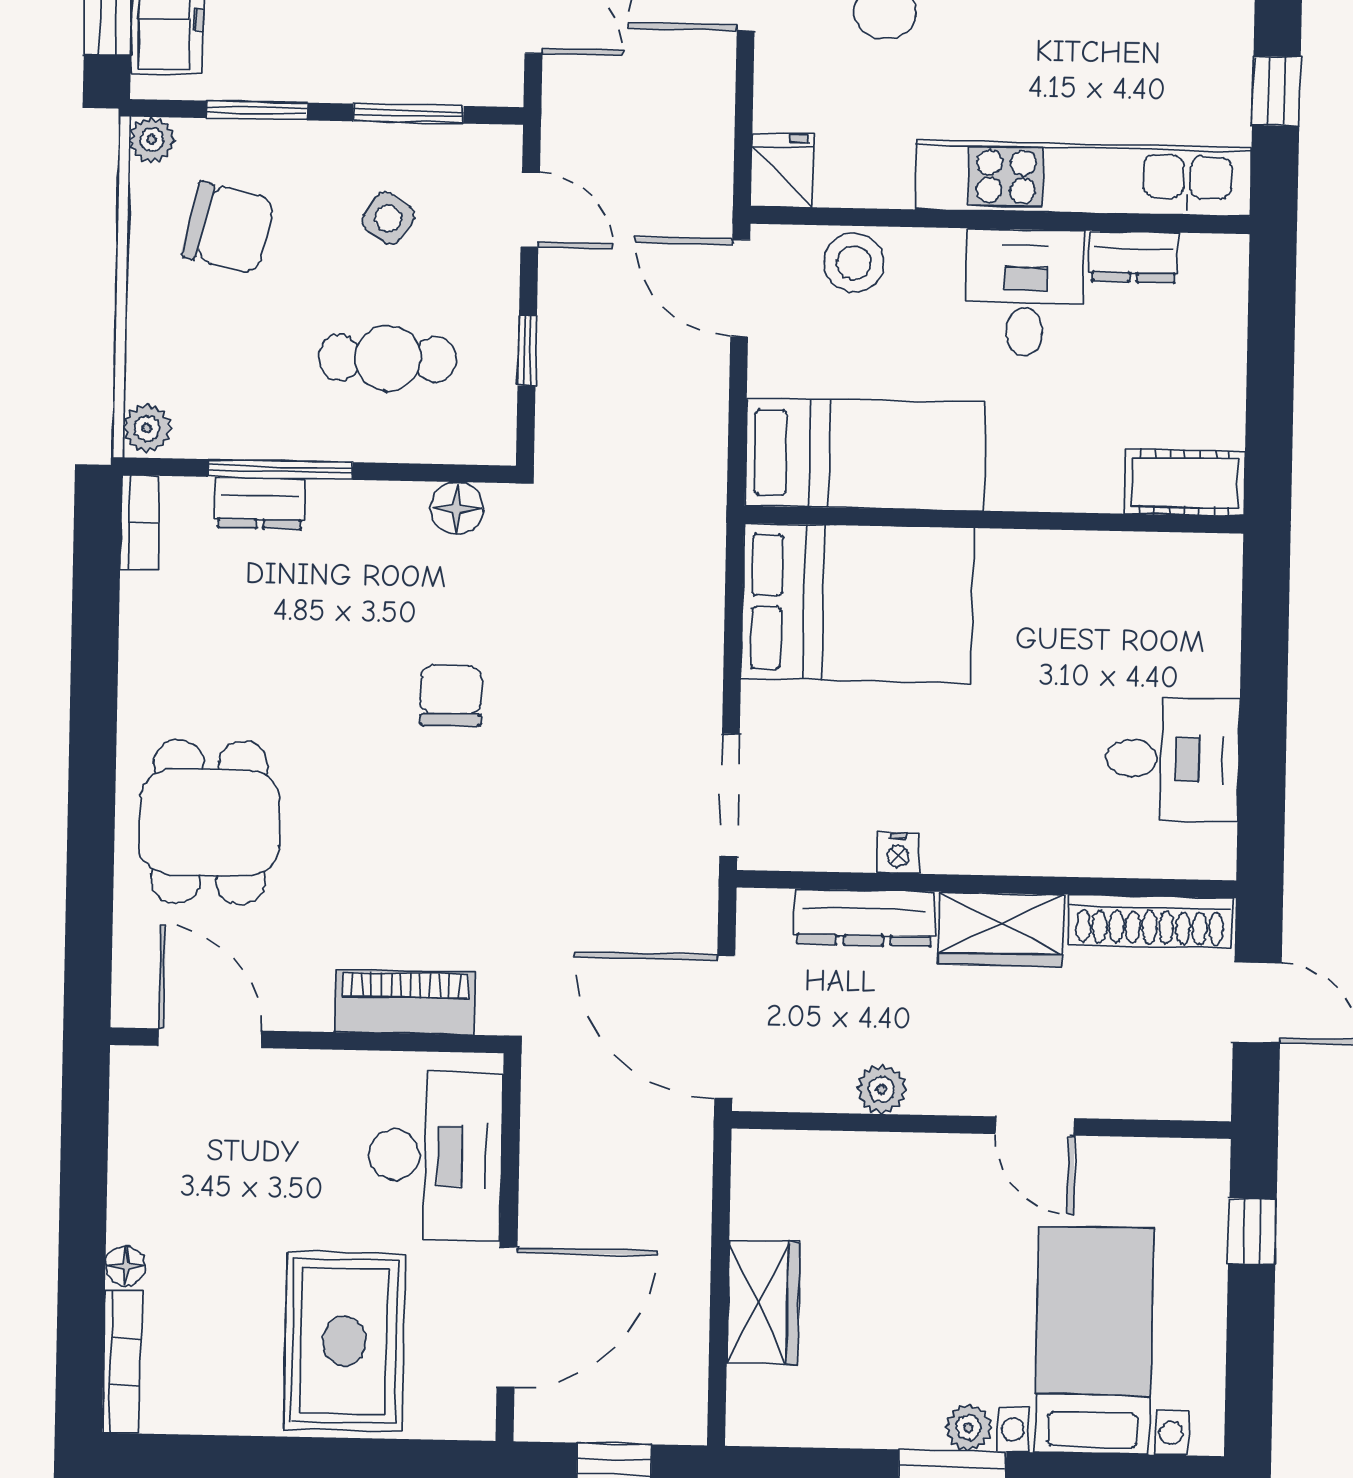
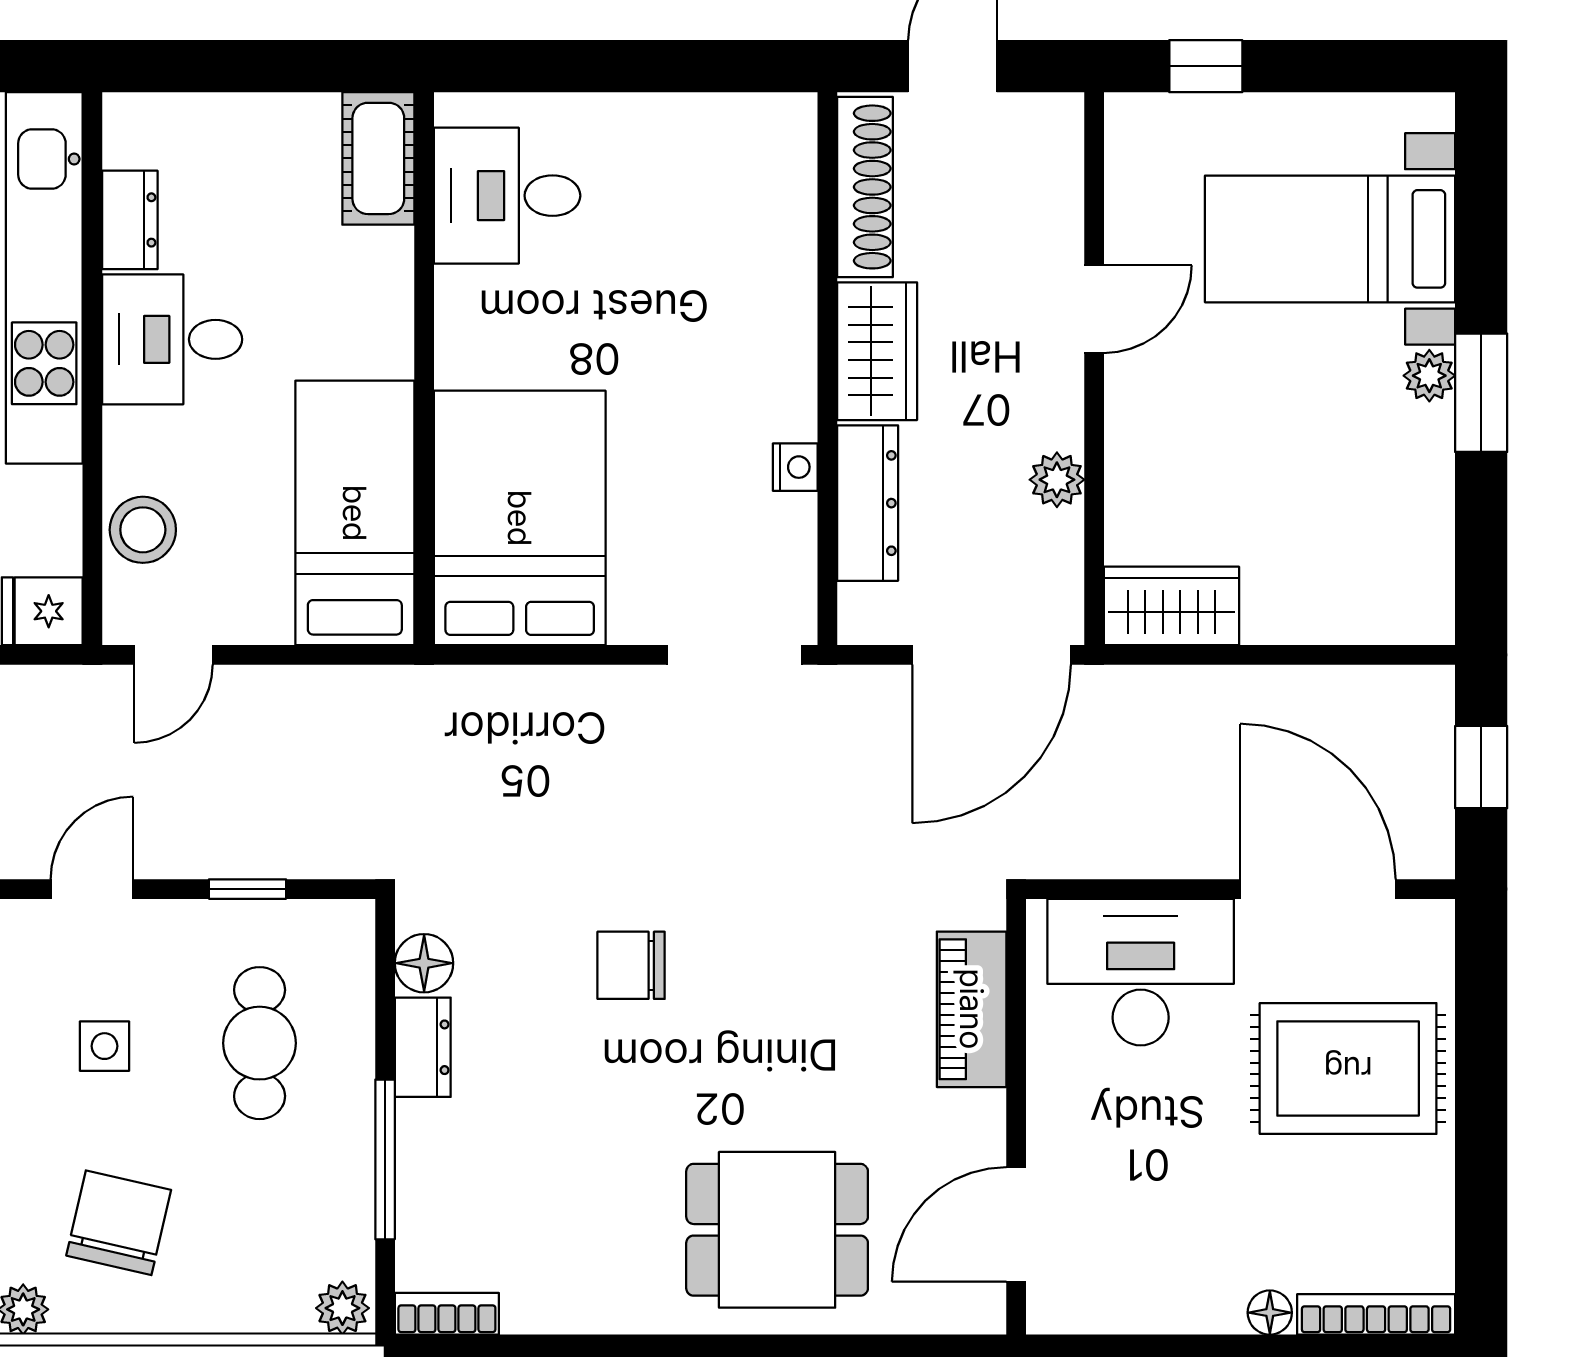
side table: (388, 218) -> (104, 1046), turned -35
door: (740, 288) -> (174, 655), width x0.73
dresser: (260, 503) -> (423, 1047), moved
desk: (1173, 759) -> (507, 196), moved, turned -90
wardrobe: (763, 1303) -> (1171, 606), moved

